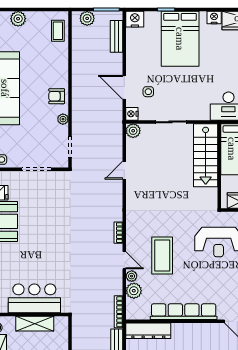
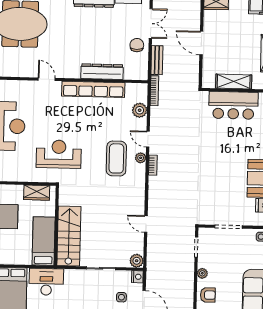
door: (124, 170) -> (146, 224), swing flipped
coffee table: (162, 256) -> (116, 158), moved
plant: (132, 276) -> (141, 158), moved
dresser: (148, 331) -> (102, 72), moved

